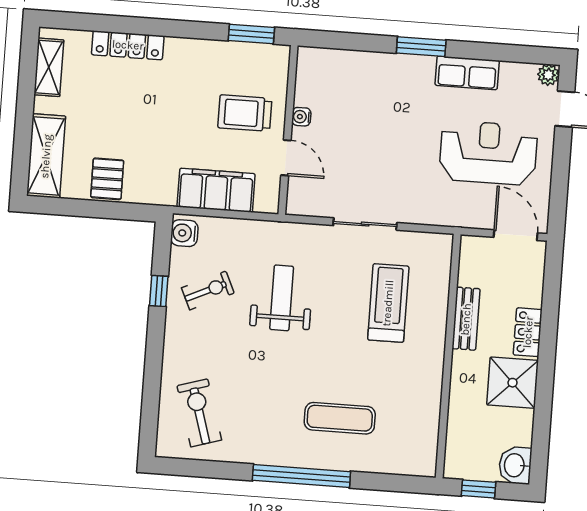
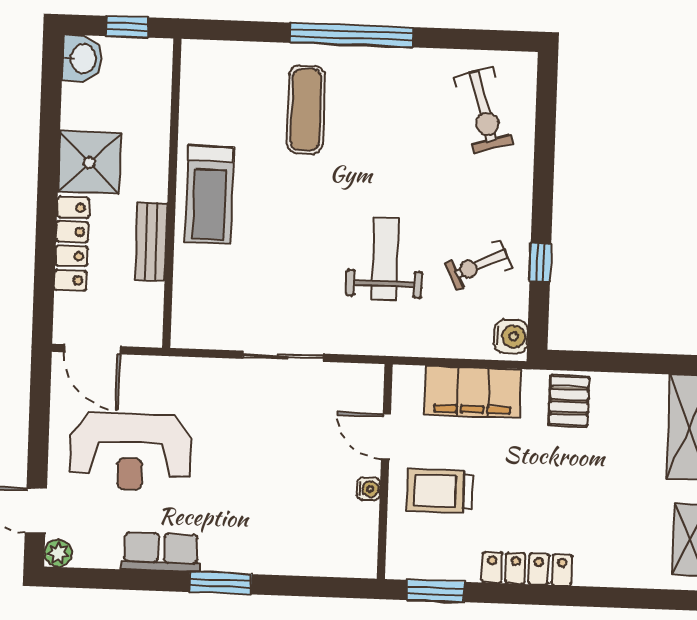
locker: (128, 45) -> (527, 569), moved
trolley: (245, 113) -> (440, 491), turned 180
pallet: (107, 179) -> (569, 401), moved
weight bench: (282, 298) -> (385, 259), turned 180
treadmill: (388, 303) -> (210, 195), moved
locker: (528, 332) -> (72, 244), width x1.53
exercise mat: (340, 418) -> (306, 110), turned 90

